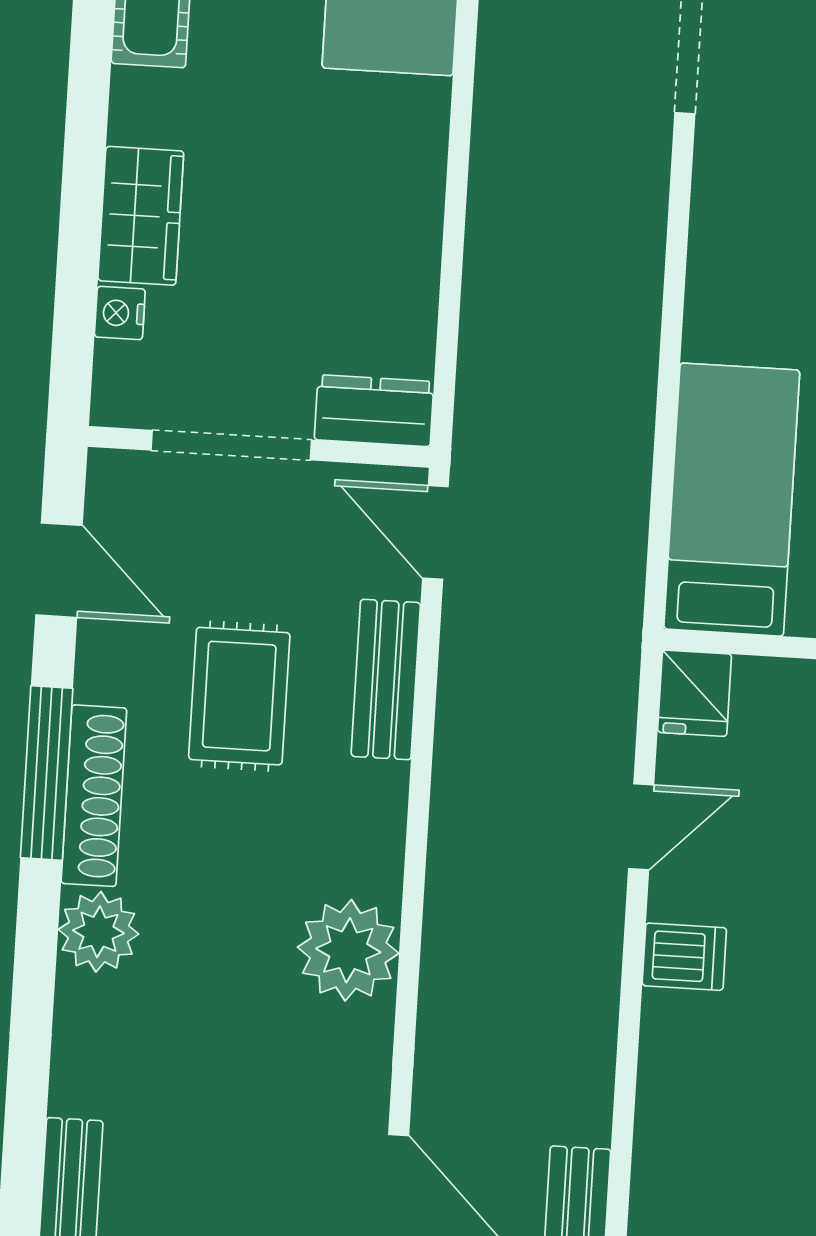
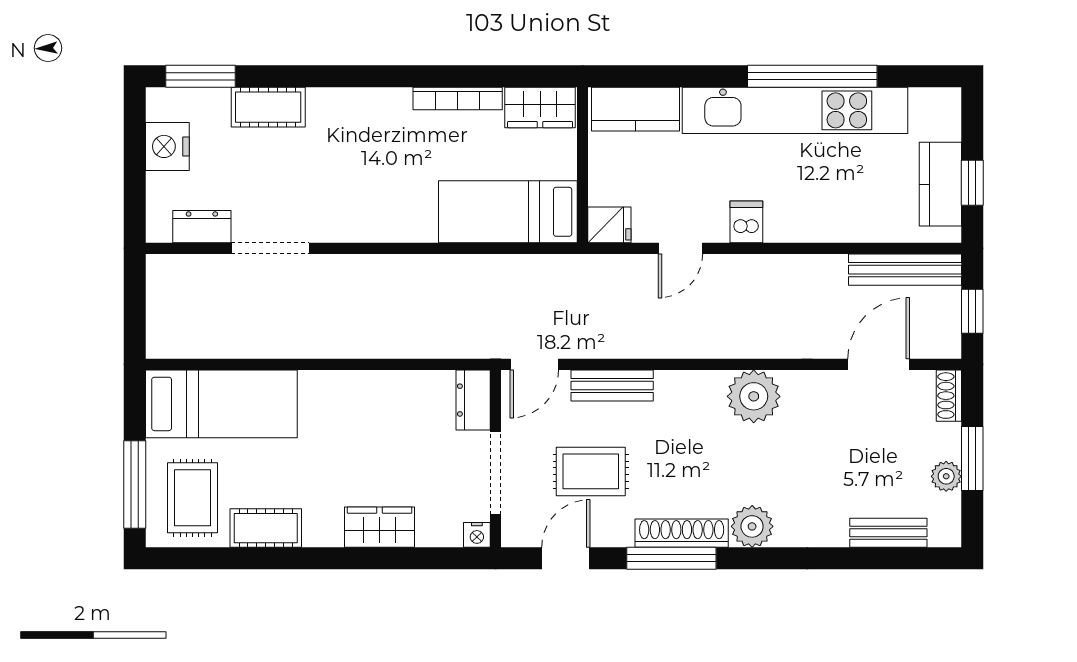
nightstand: (120, 313) -> (477, 535), moved
rug: (239, 696) -> (591, 471), moved
door: (641, 827) -> (680, 248), swing flipped

